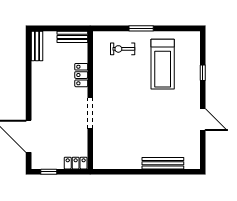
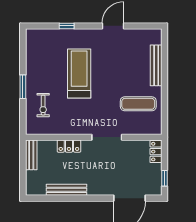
bench: (37, 46) -> (67, 190), moved, width x1.36
treadmill: (163, 64) -> (79, 74), moved, turned -90
exercise mat: (124, 145) -> (138, 104), added

